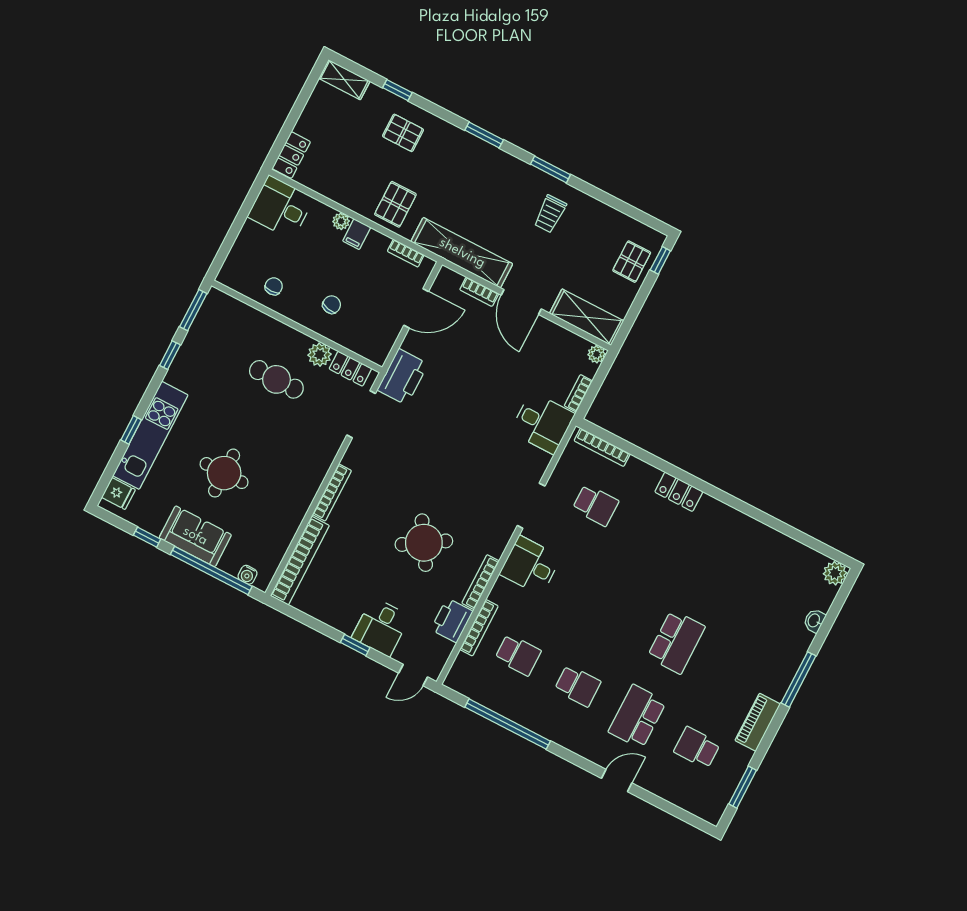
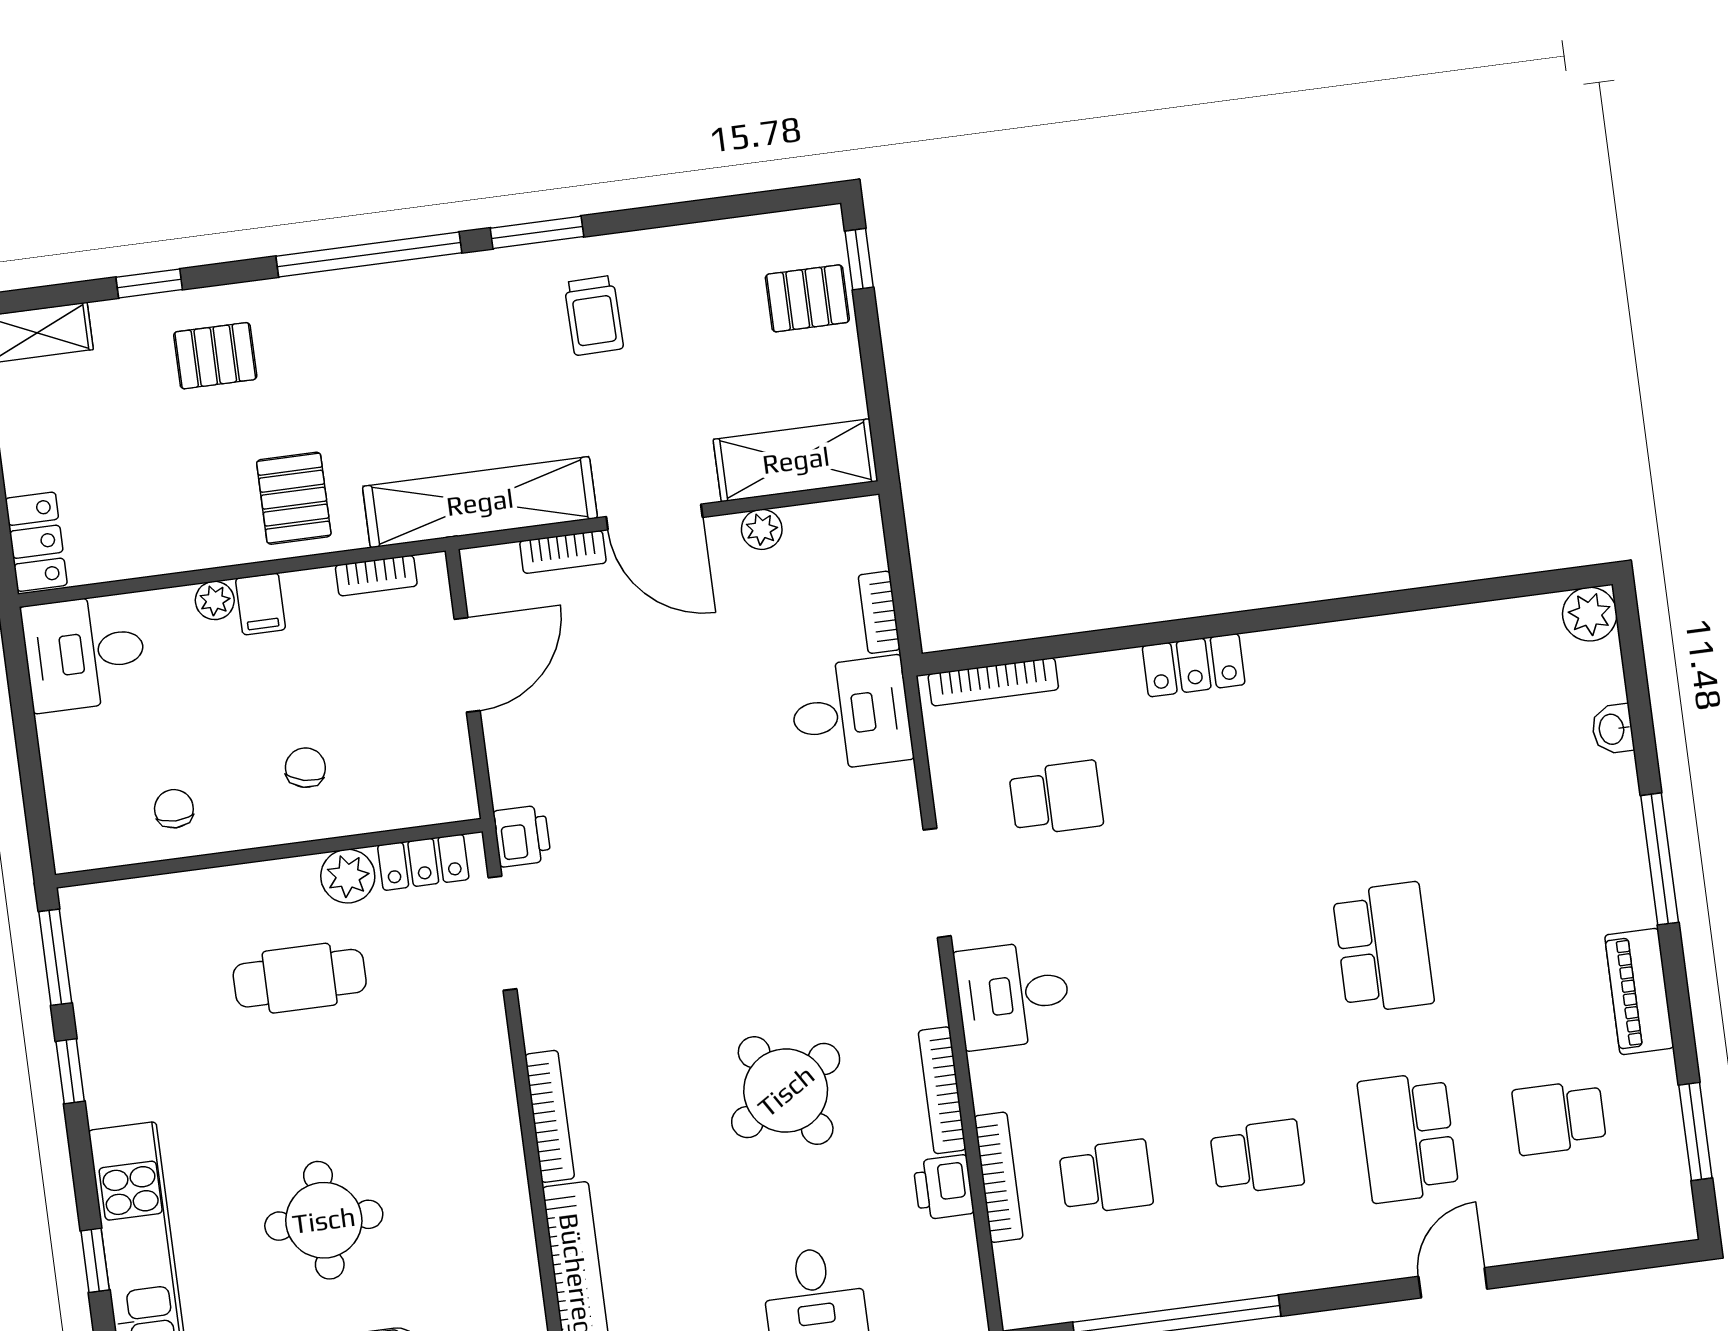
window: (484, 135) -> (369, 255), width x2.11
pallet: (632, 262) -> (807, 298), turned 90
plant: (597, 354) -> (762, 529), moved
printer: (403, 377) -> (522, 836), width x0.53, depth x0.68
printer: (452, 620) -> (943, 1187), width x0.73, depth x0.81

